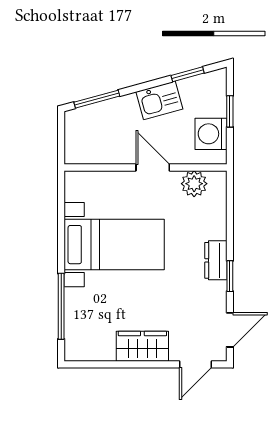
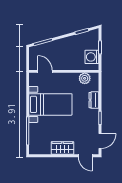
kitchen sink: (159, 100) -> (70, 43), removed
door: (153, 168) -> (45, 71), moved
dresser: (216, 260) -> (94, 100), moved
door: (196, 364) -> (85, 156), hinge flipped

